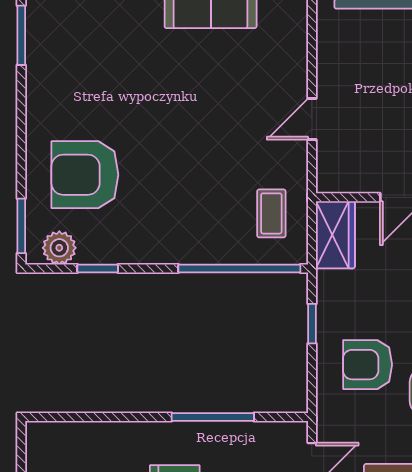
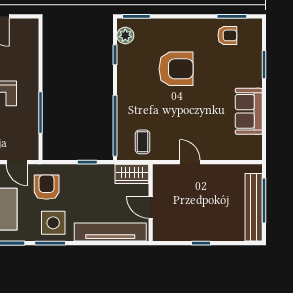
armchair: (59, 44) -> (227, 35), added
armchair: (85, 175) -> (176, 69), moved, turned 90
coffee table: (271, 213) -> (143, 142), turned 90
armchair: (368, 365) -> (47, 187), moved

